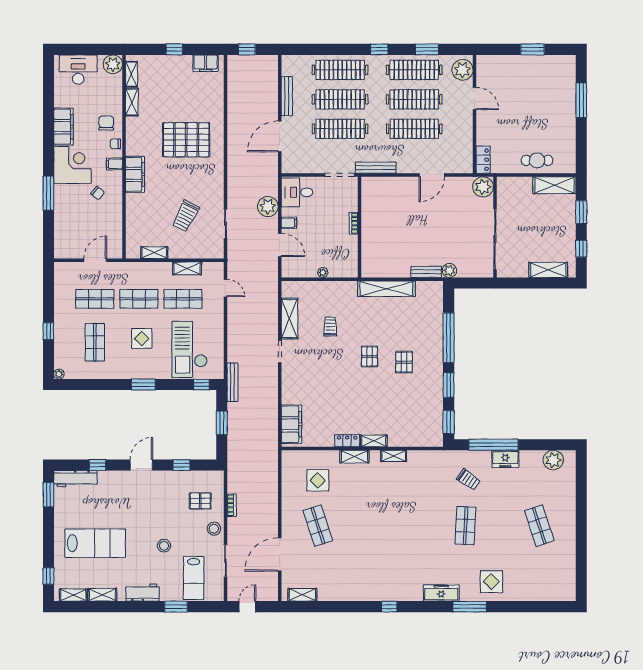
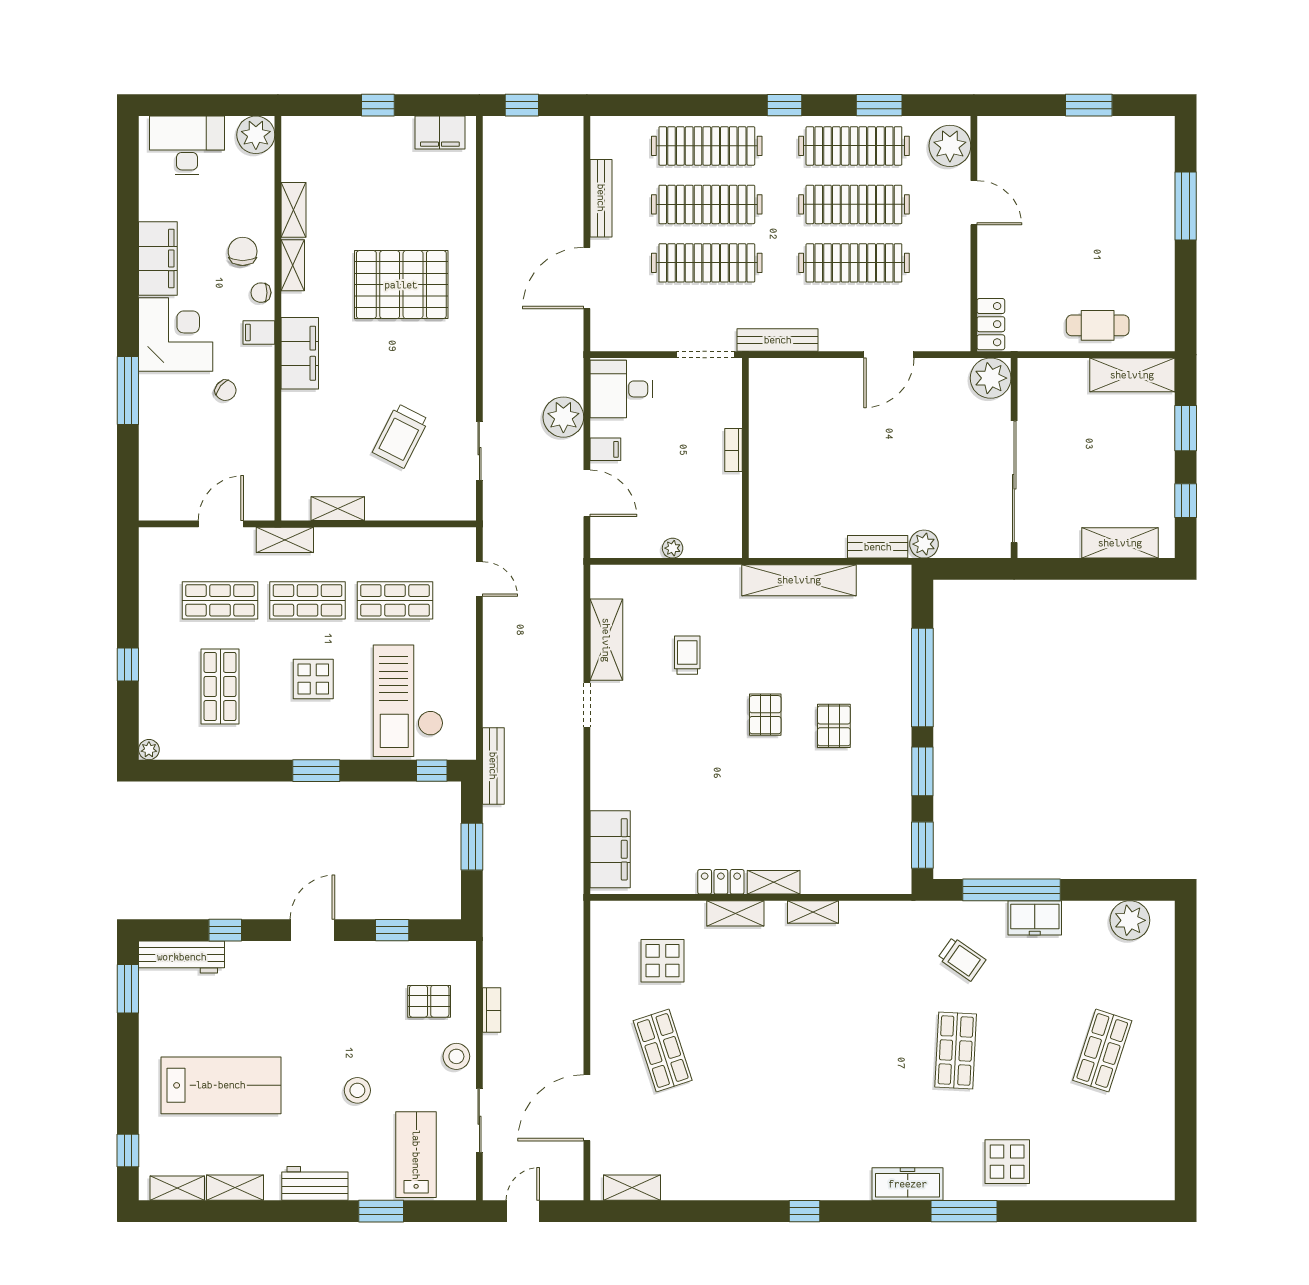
shelving: (131, 74) -> (293, 265), moved
shelving: (187, 268) -> (285, 540), moved
shop shelf: (539, 526) -> (1102, 1050), turned 36
lab bench: (194, 578) -> (416, 1155), turned 180

